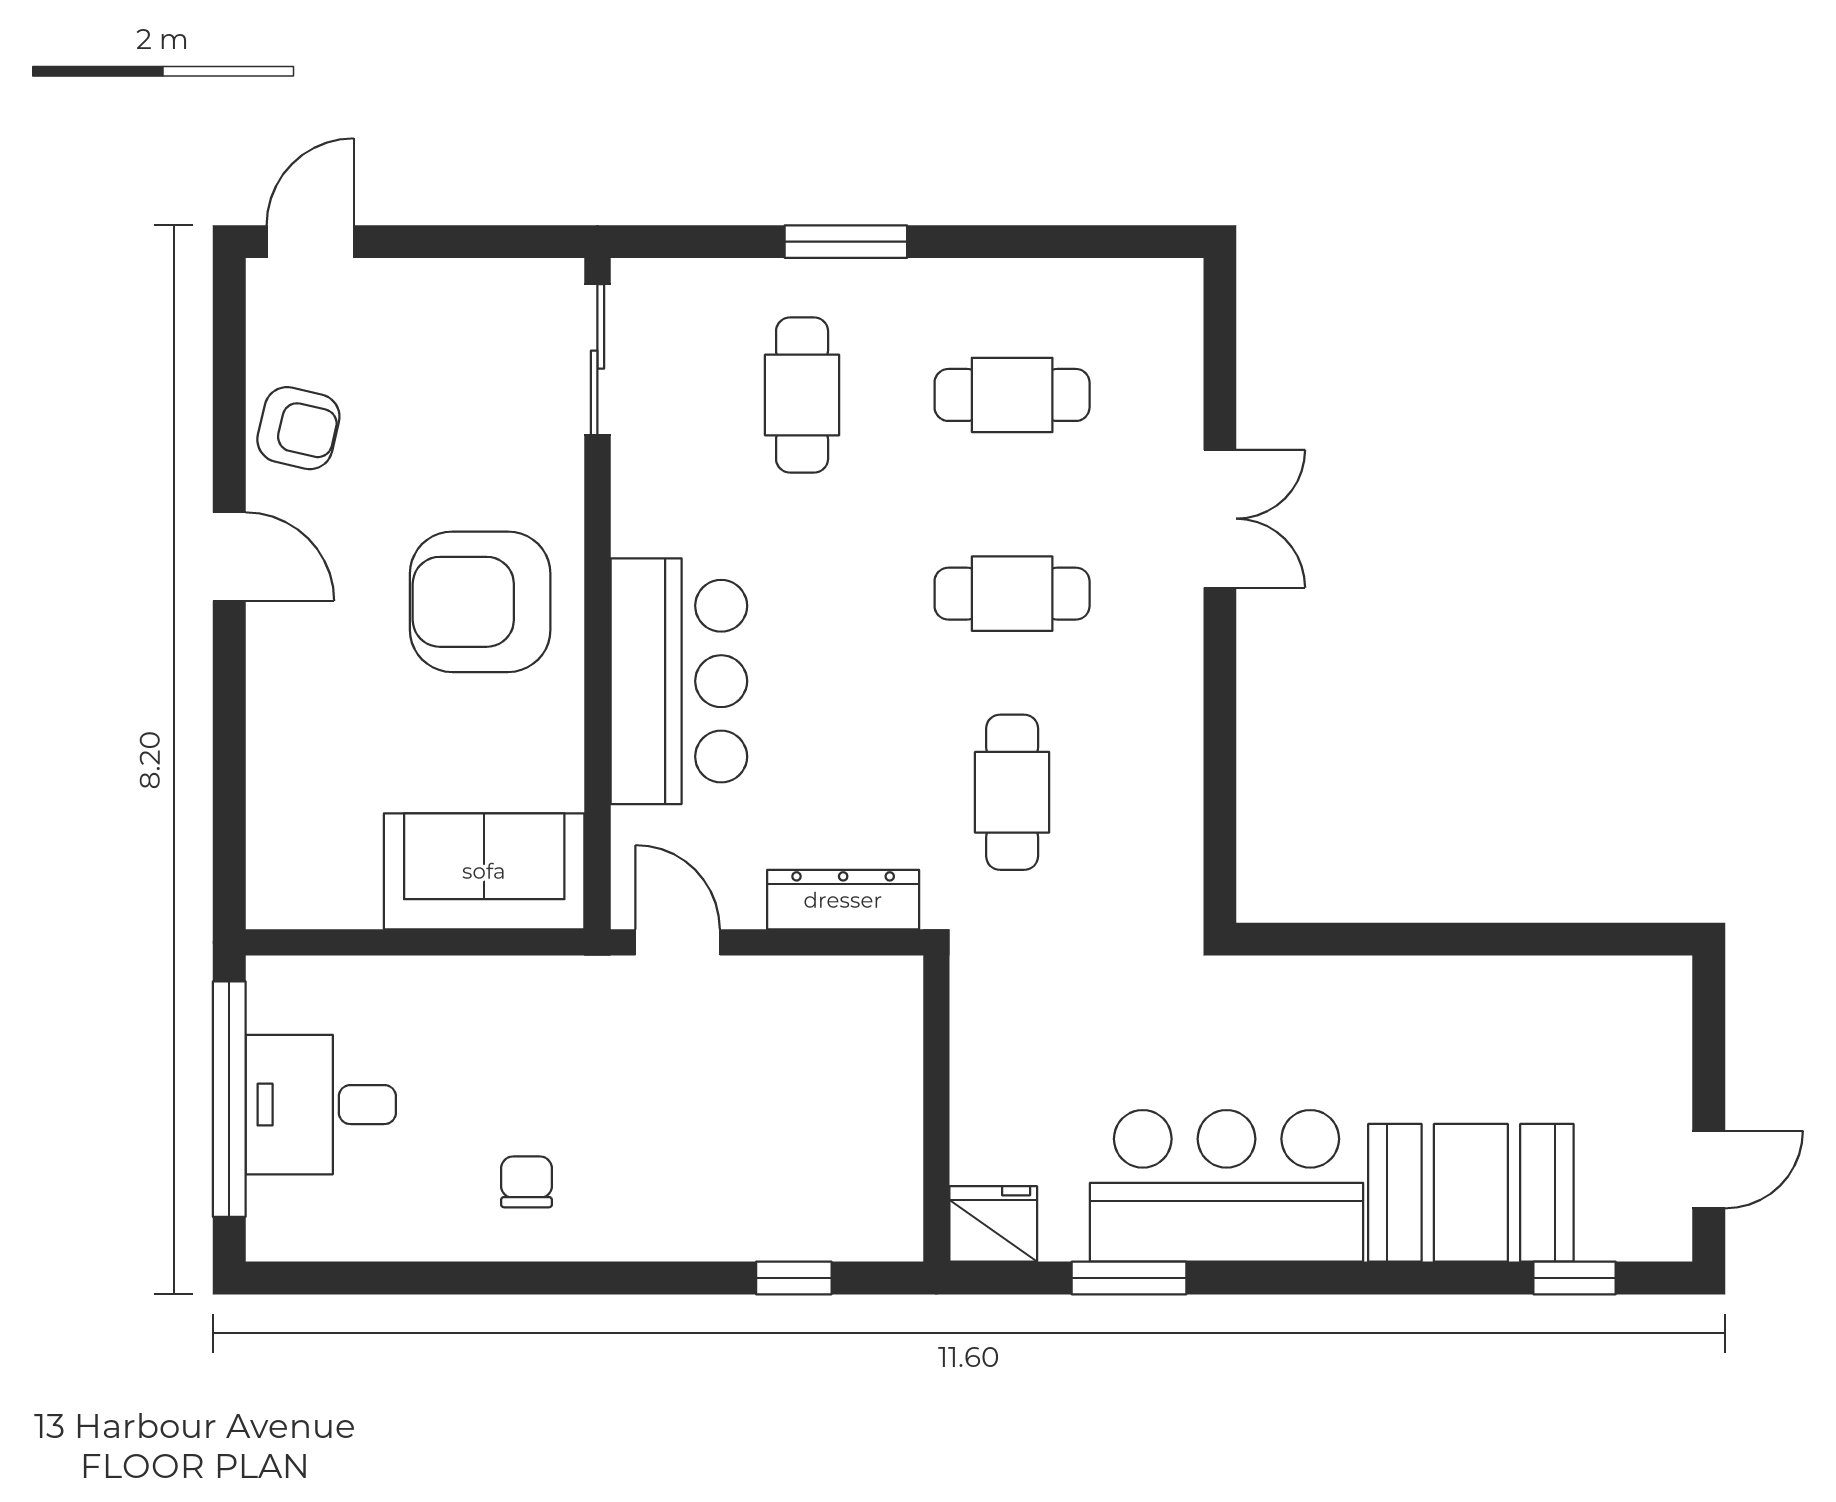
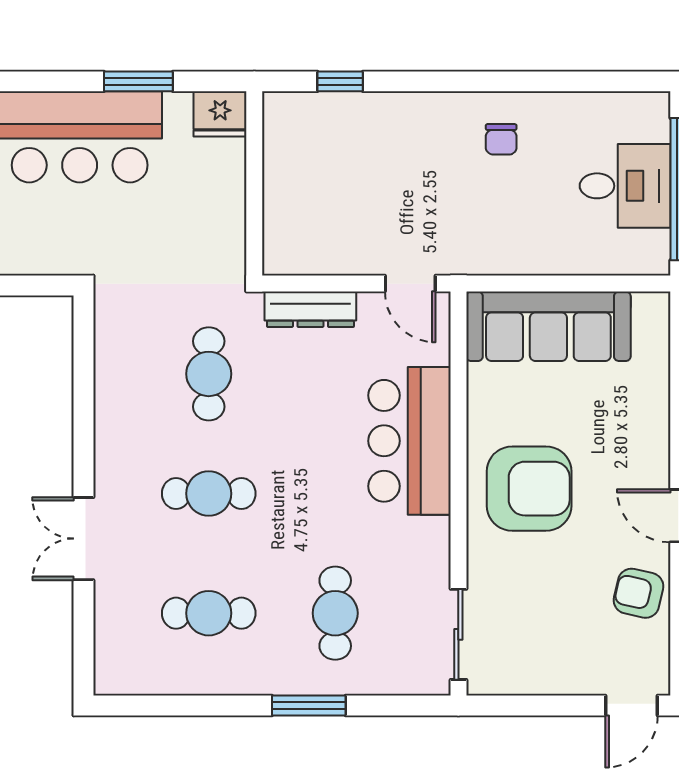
sofa: (484, 871) -> (548, 326), width x1.36

